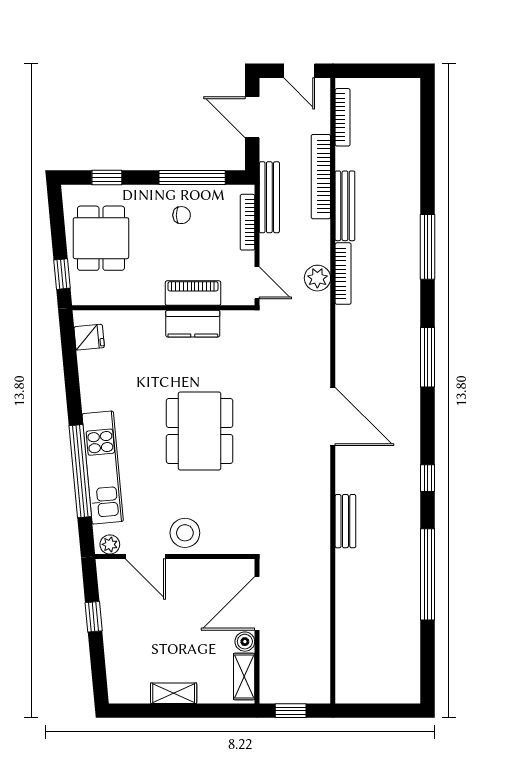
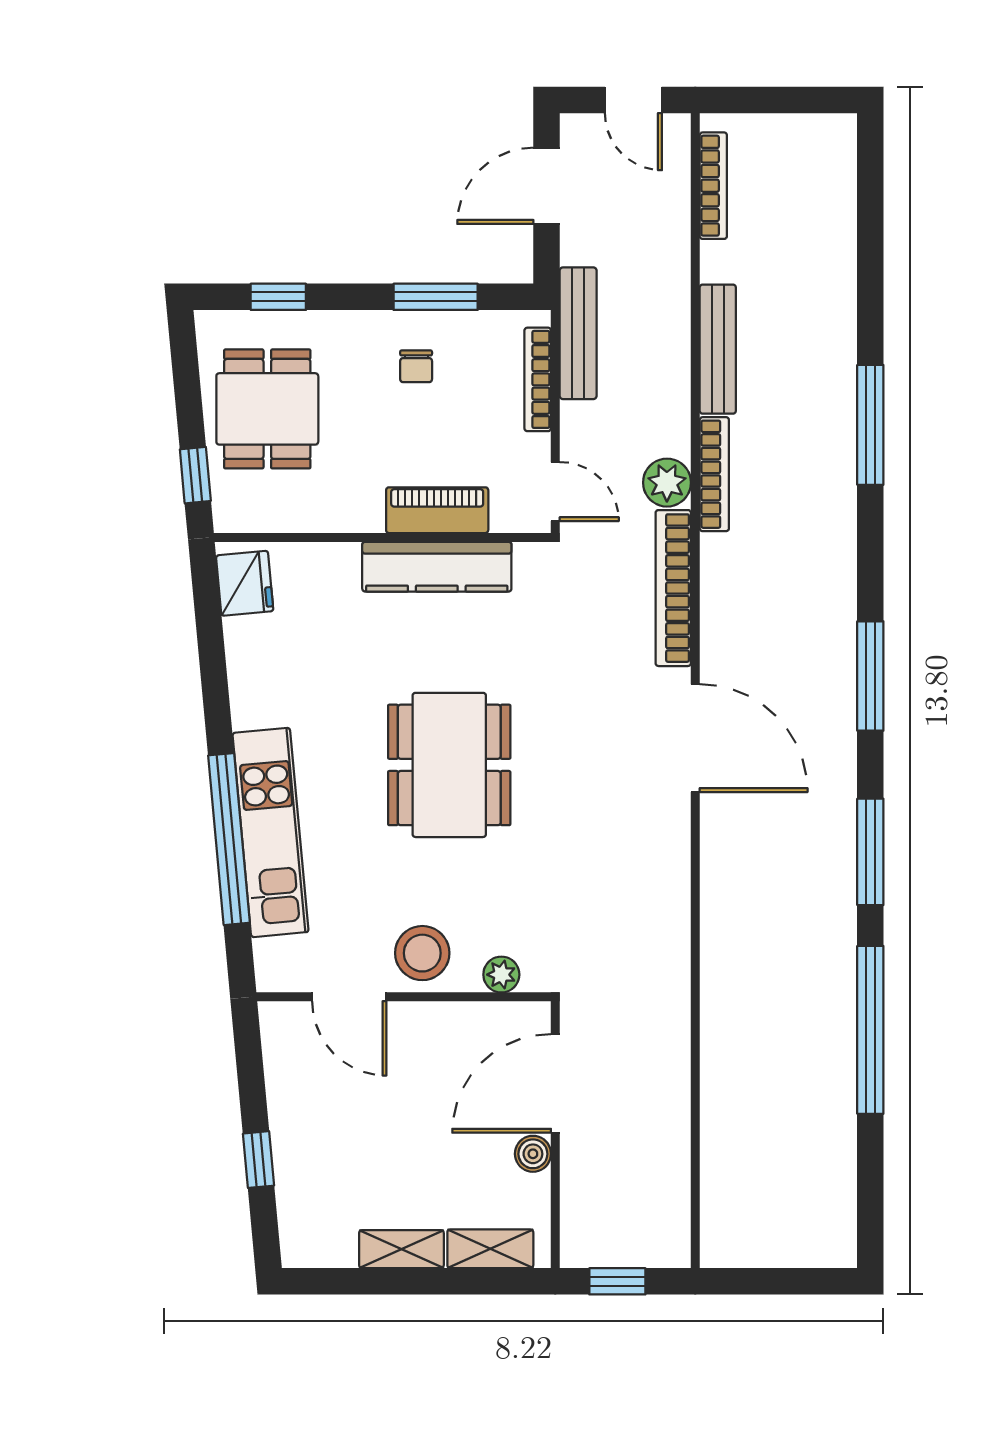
door: (252, 117) -> (547, 186), hinge flipped
window: (192, 177) -> (436, 297), width x0.69
bookcase: (321, 177) -> (673, 588), moved
chair: (182, 215) -> (416, 366), turned 90
kitchen counter: (193, 324) -> (437, 567), width x1.50
fridge: (89, 337) -> (245, 583), width x1.38
window: (428, 357) -> (870, 676), moved
window: (428, 478) -> (870, 852), width x2.17
bench: (345, 521) -> (719, 931), removed
plant: (110, 544) -> (501, 975), moved
window: (94, 617) -> (258, 1160), moved
shelving: (244, 677) -> (490, 1249), moved, turned 90

